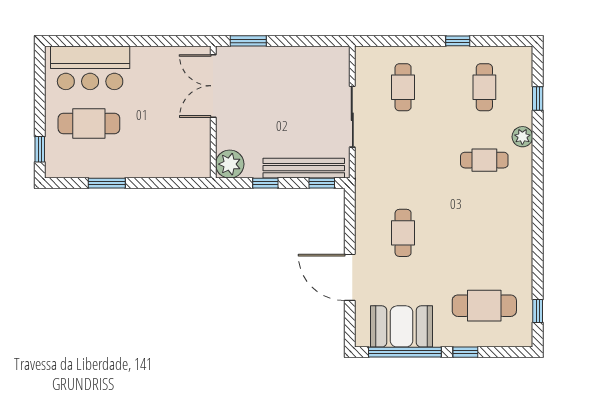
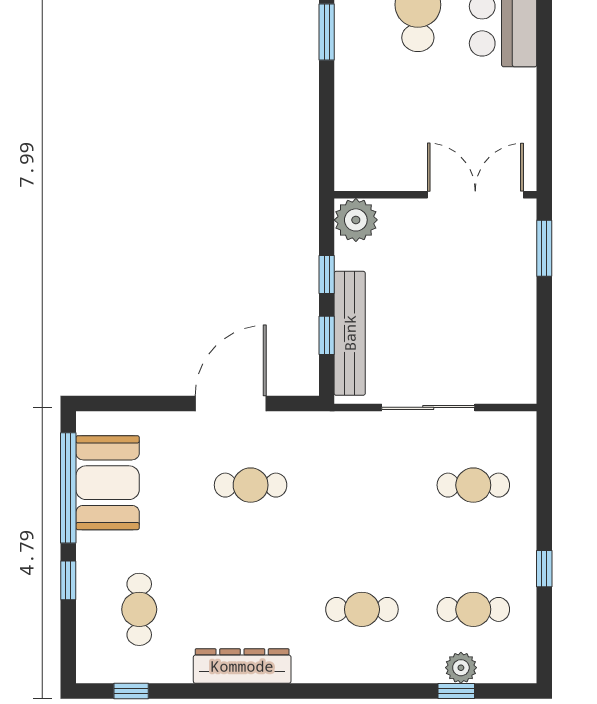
plant: (522, 137) -> (461, 668), moved
cafe table: (484, 160) -> (362, 609), turned 90
window: (322, 183) -> (327, 335), moved
dresser: (521, 238) -> (242, 666), added
door: (350, 277) -> (231, 403), moved
cafe table: (484, 306) -> (139, 609), width x0.73, depth x0.74

